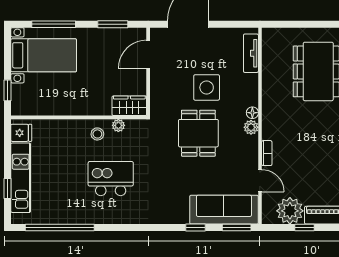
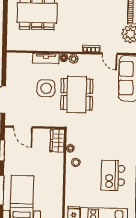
tv unit: (251, 53) -> (46, 58), moved
dining table: (198, 133) -> (77, 94), width x1.37
kitchen island: (111, 179) -> (113, 175), moved
door: (260, 181) -> (110, 54), swing flipped

